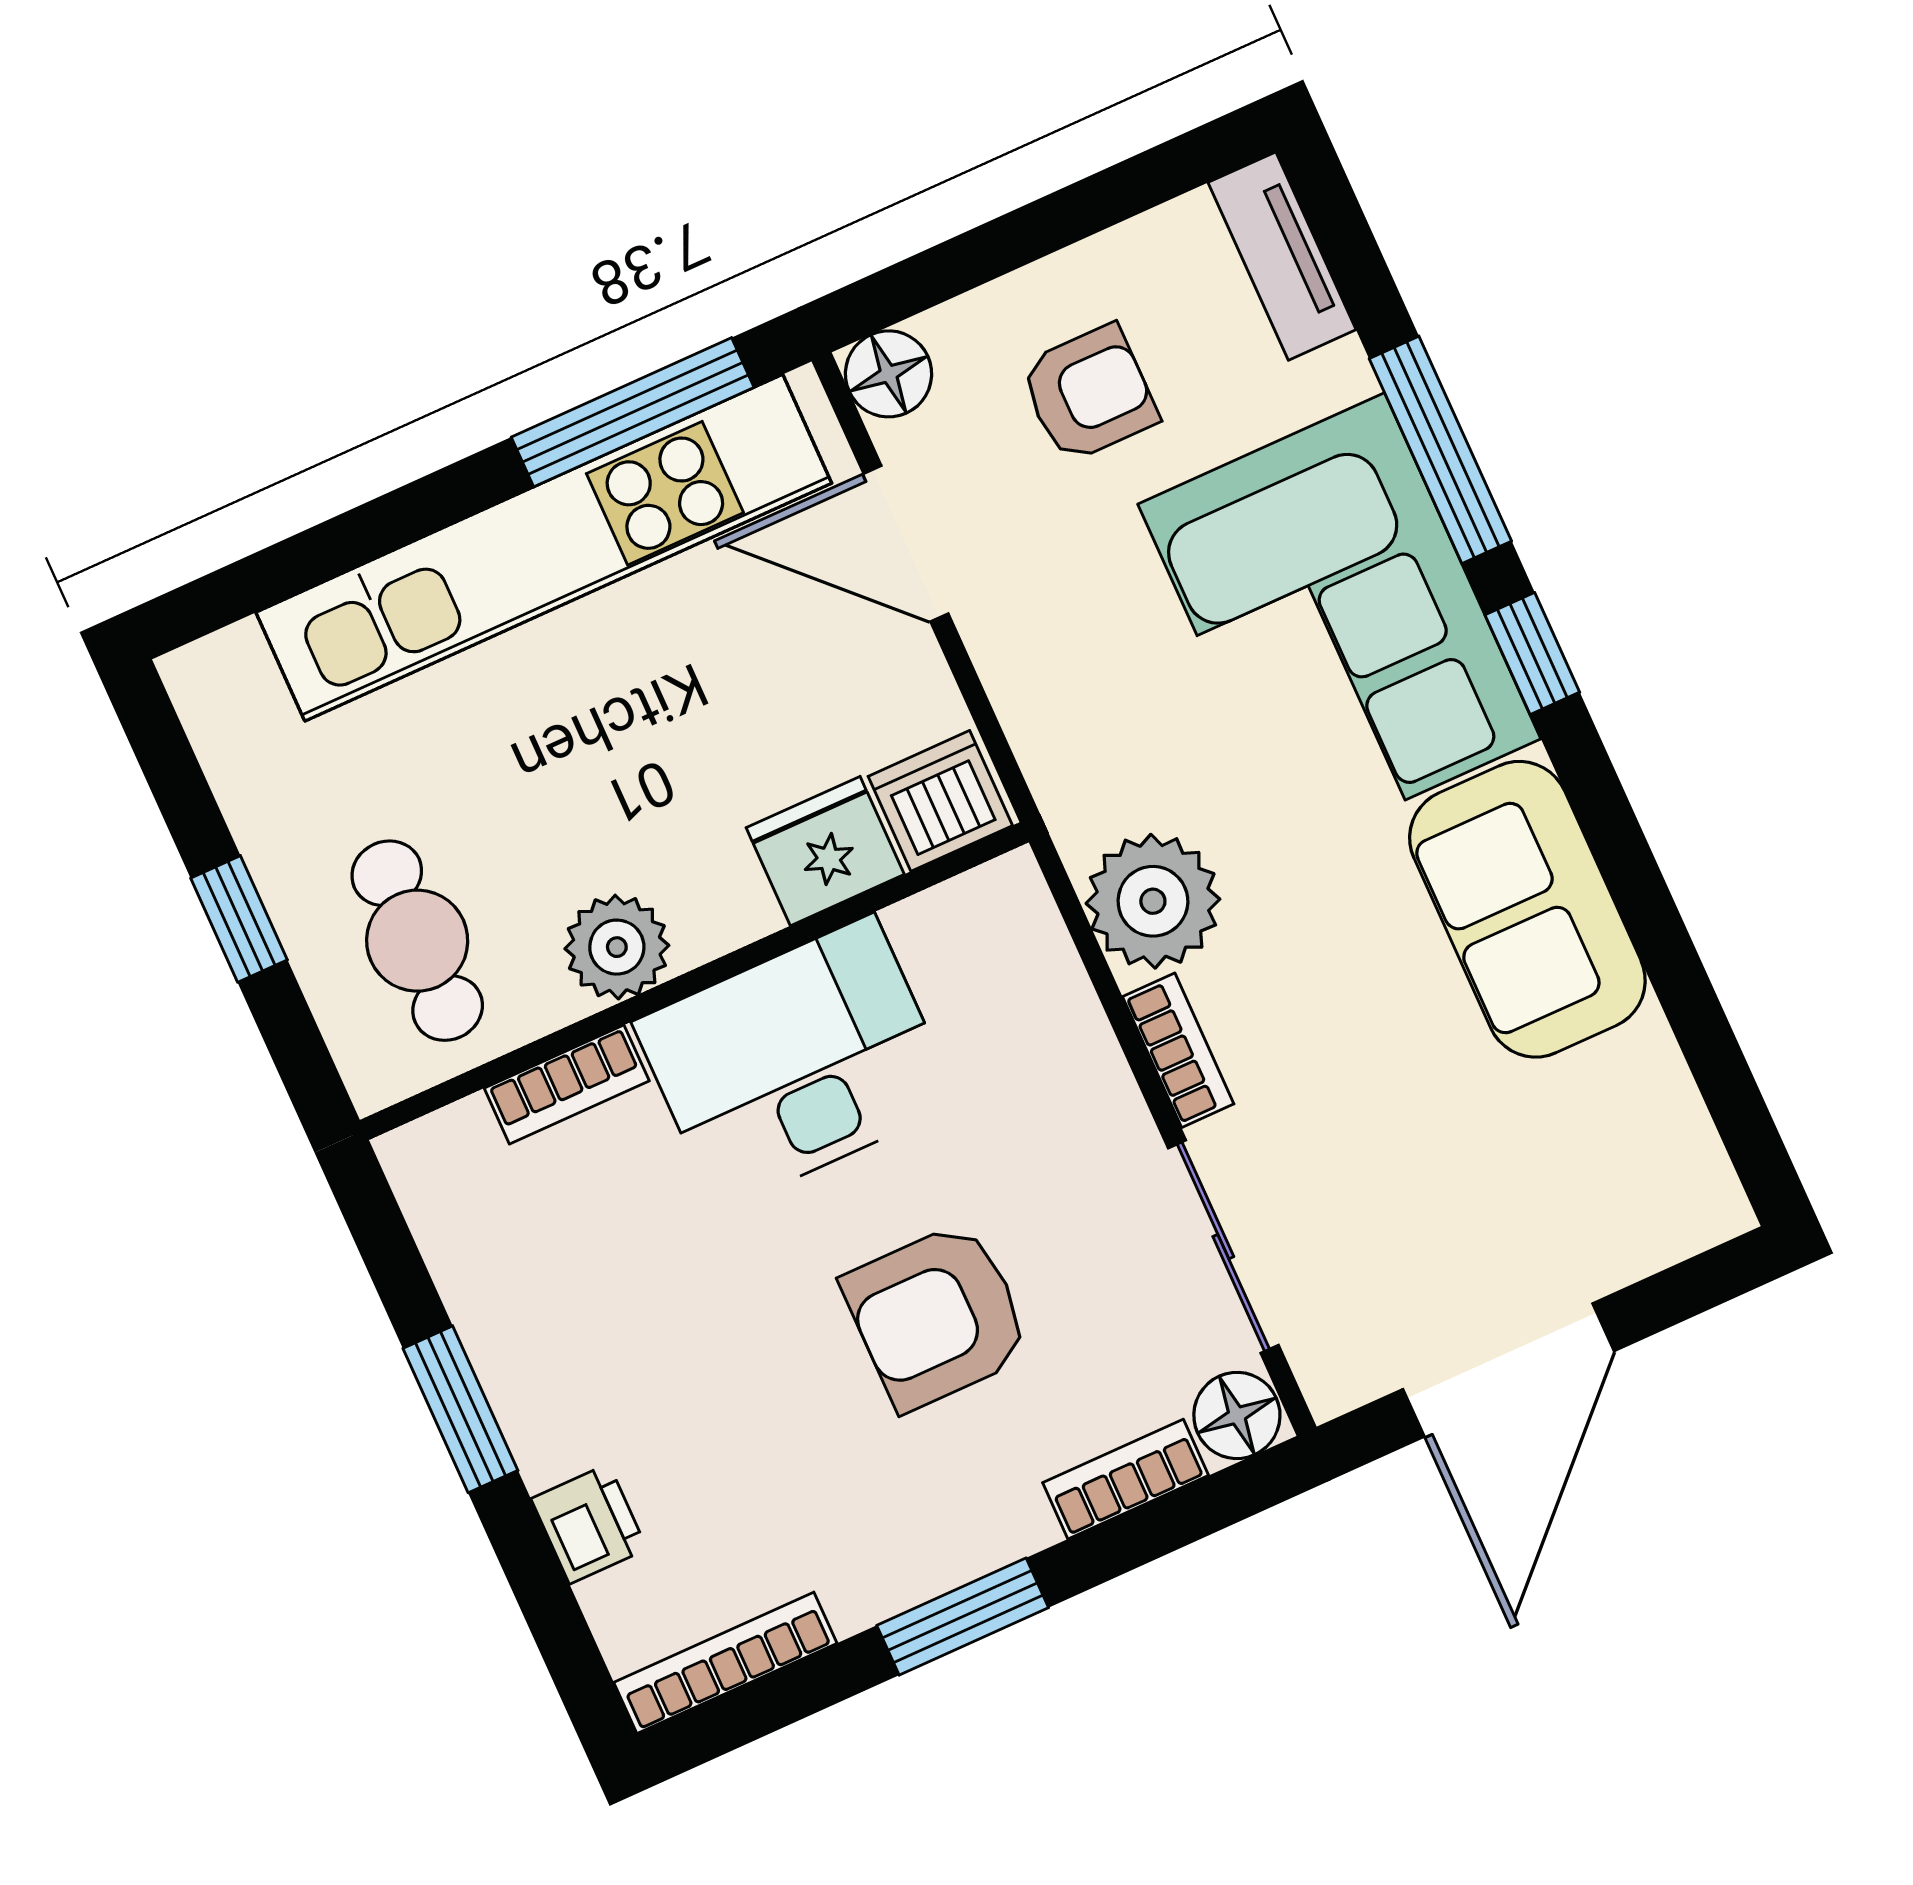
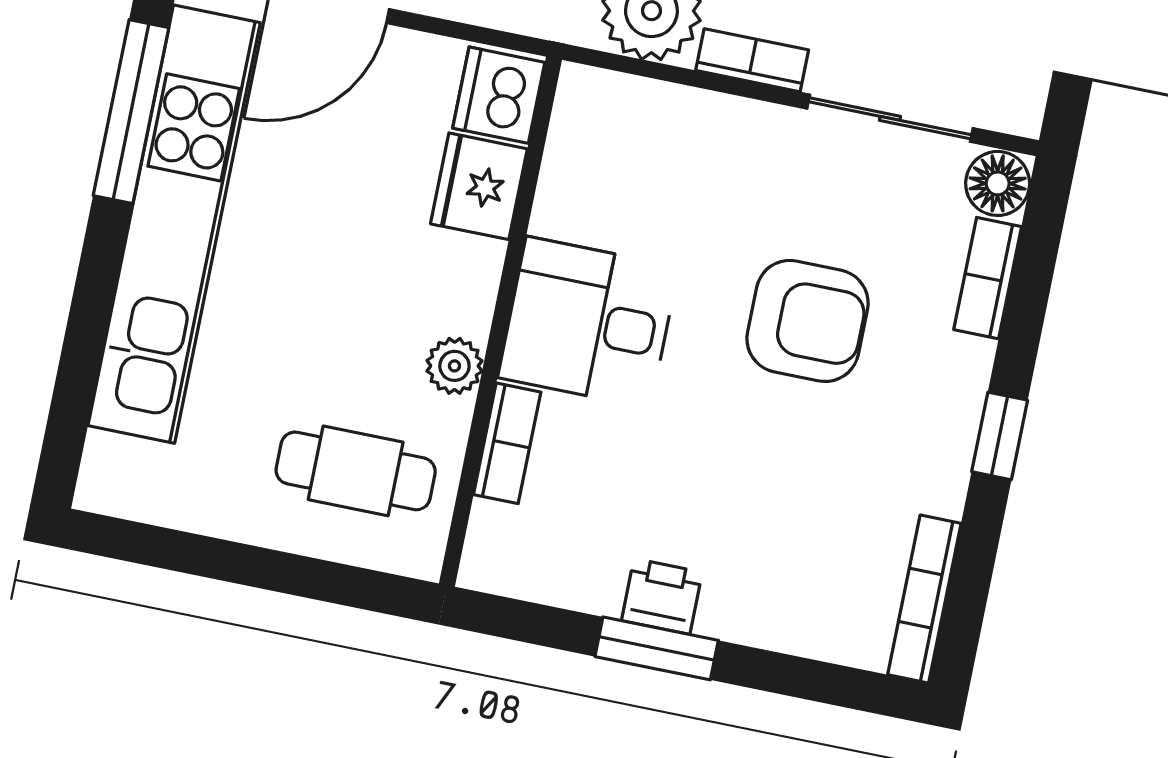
window: (239, 919) -> (265, 569), removed
plant: (617, 947) -> (454, 366), width x0.73, depth x0.73
desk: (796, 1063) -> (588, 322), width x0.73
armchair: (937, 1316) -> (807, 321), turned -90
printer: (589, 1524) -> (662, 596), moved
window: (963, 1617) -> (1000, 436), width x0.67

